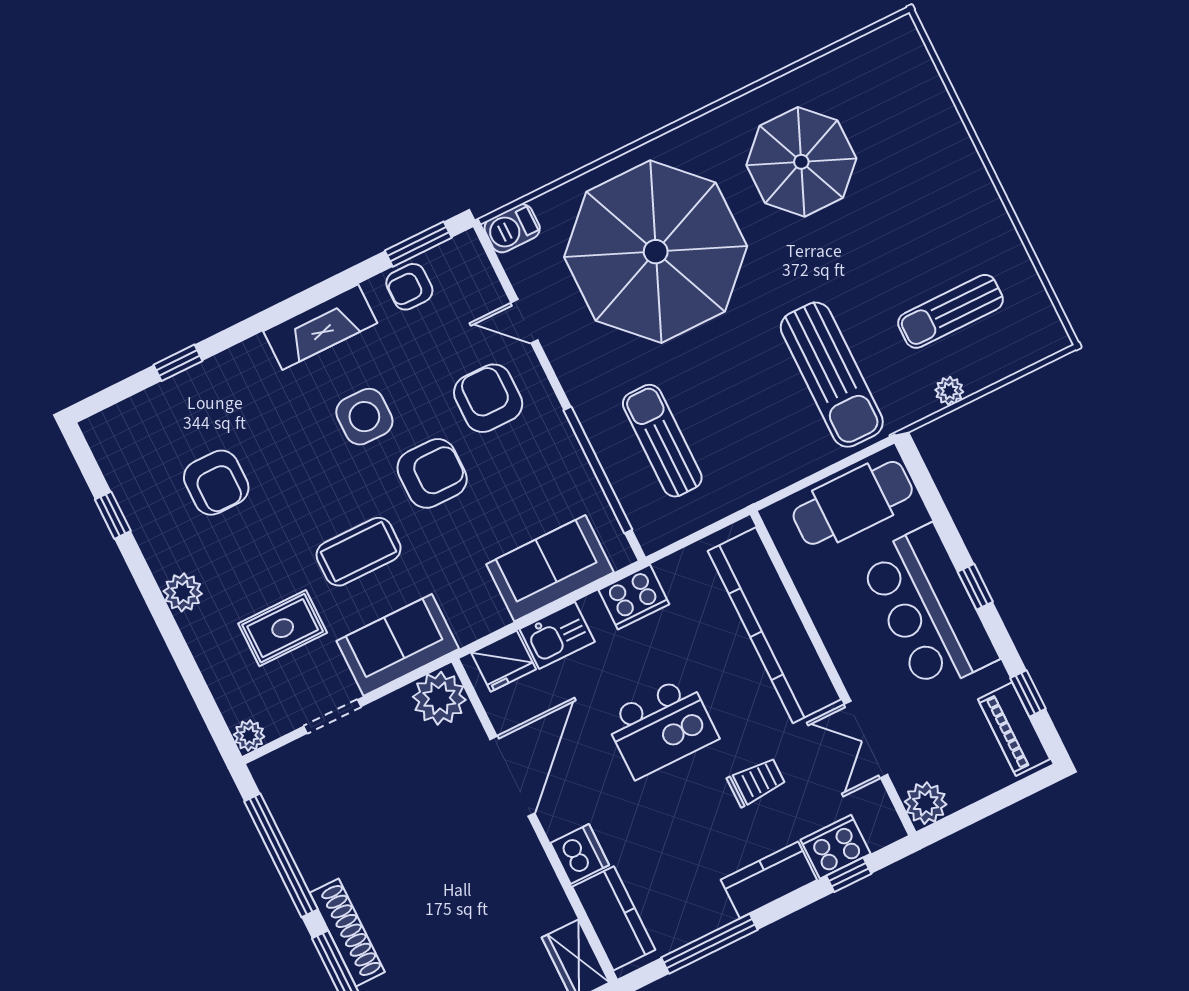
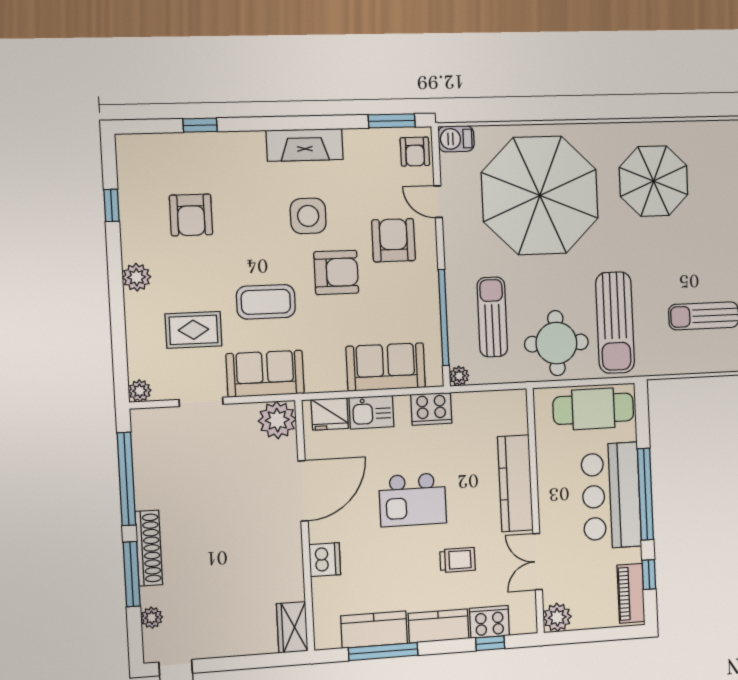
armchair: (409, 287) -> (415, 152), moved, turned -90
plant: (949, 391) -> (459, 376), moved
round table: (764, 437) -> (556, 343), added
window: (975, 587) -> (645, 494), width x3.17
kitchen counter: (774, 625) -> (515, 483), width x0.72, depth x0.86
kitchen counter: (614, 918) -> (374, 630), moved, turned -90

